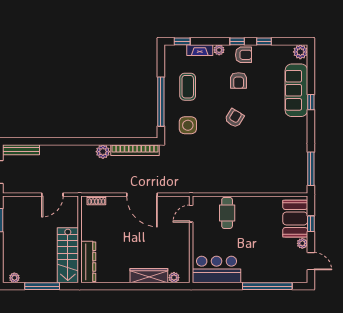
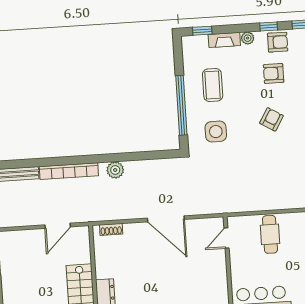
armchair: (239, 80) -> (274, 73), turned 90
bookcase: (135, 150) -> (69, 171), moved

